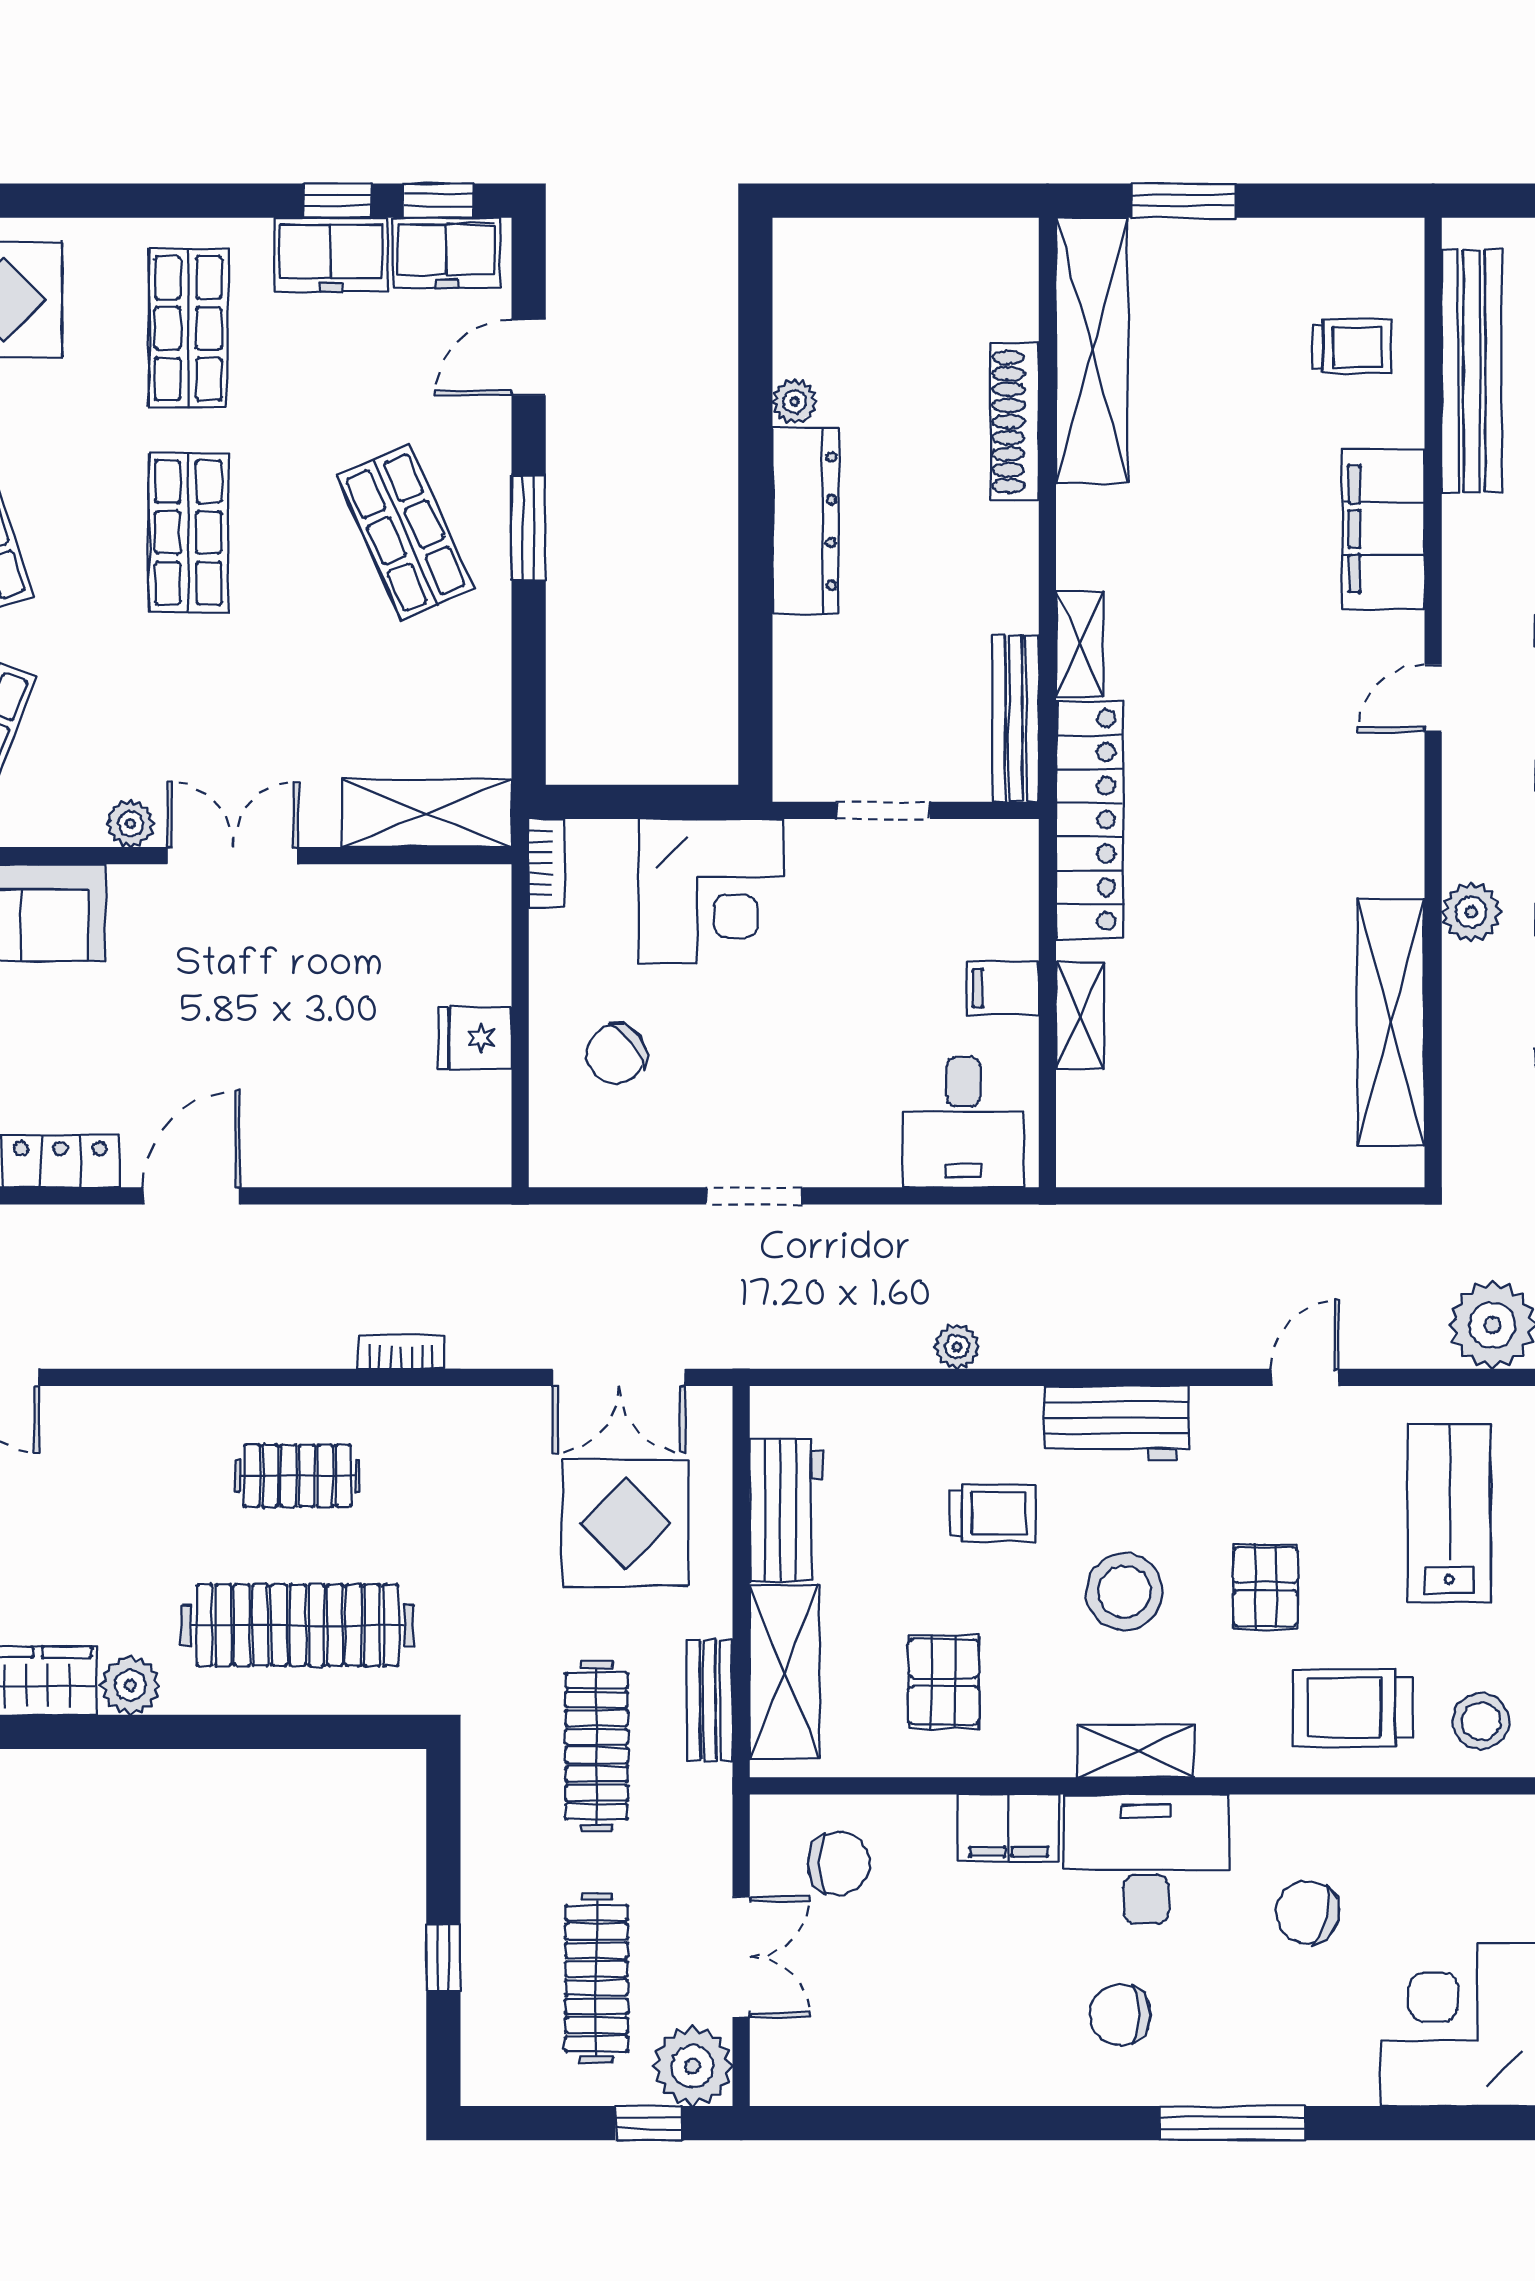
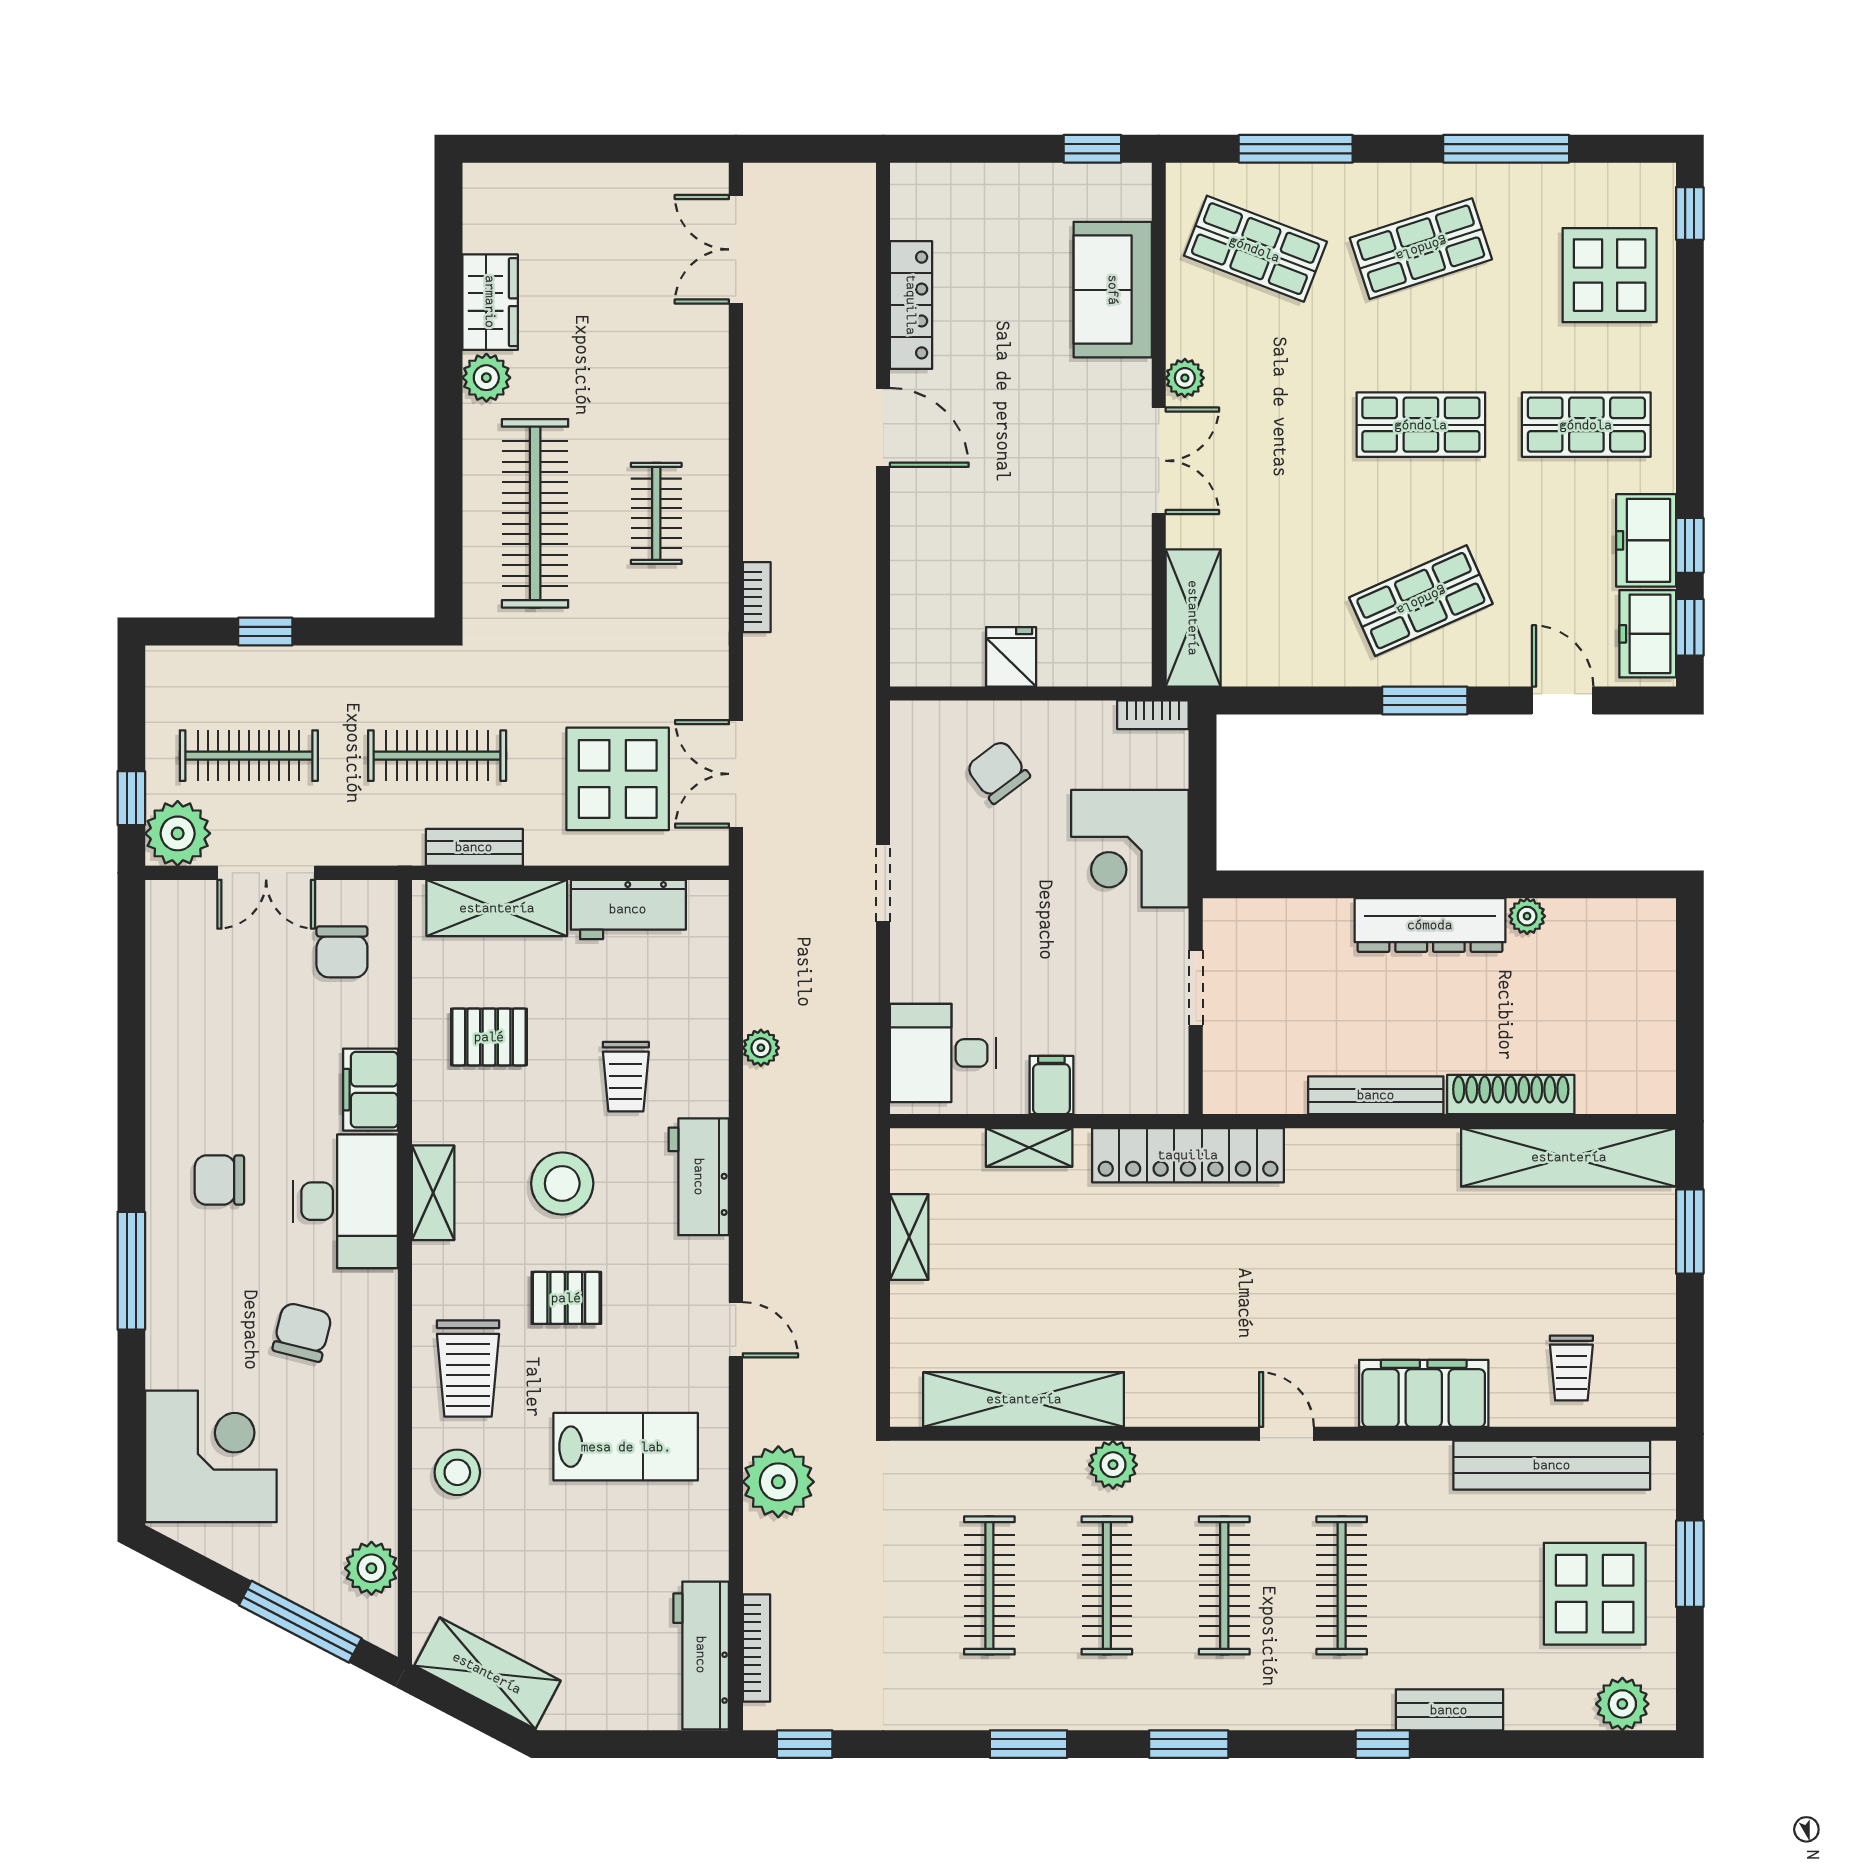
shelving: (1080, 644) -> (909, 1237), moved, turned 90
bench: (1016, 718) -> (1376, 1095), moved
trolley: (1353, 1708) -> (468, 1368), turned 180
chair: (1120, 2015) -> (219, 1180), turned -90

